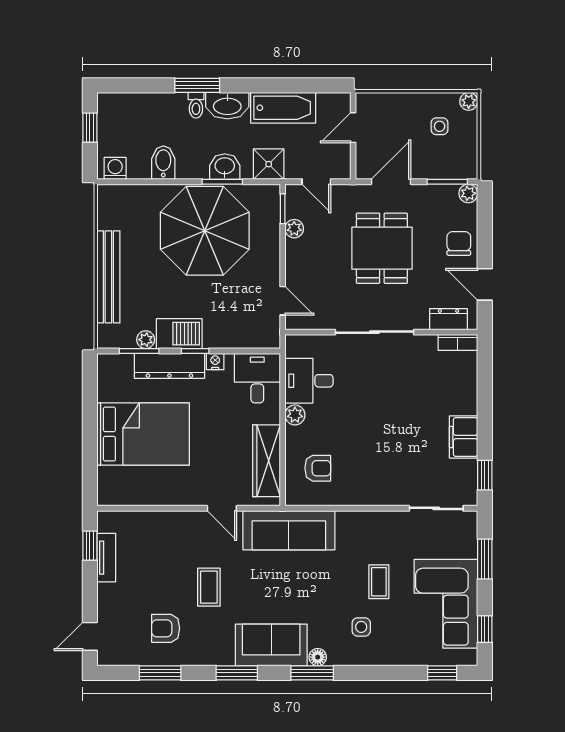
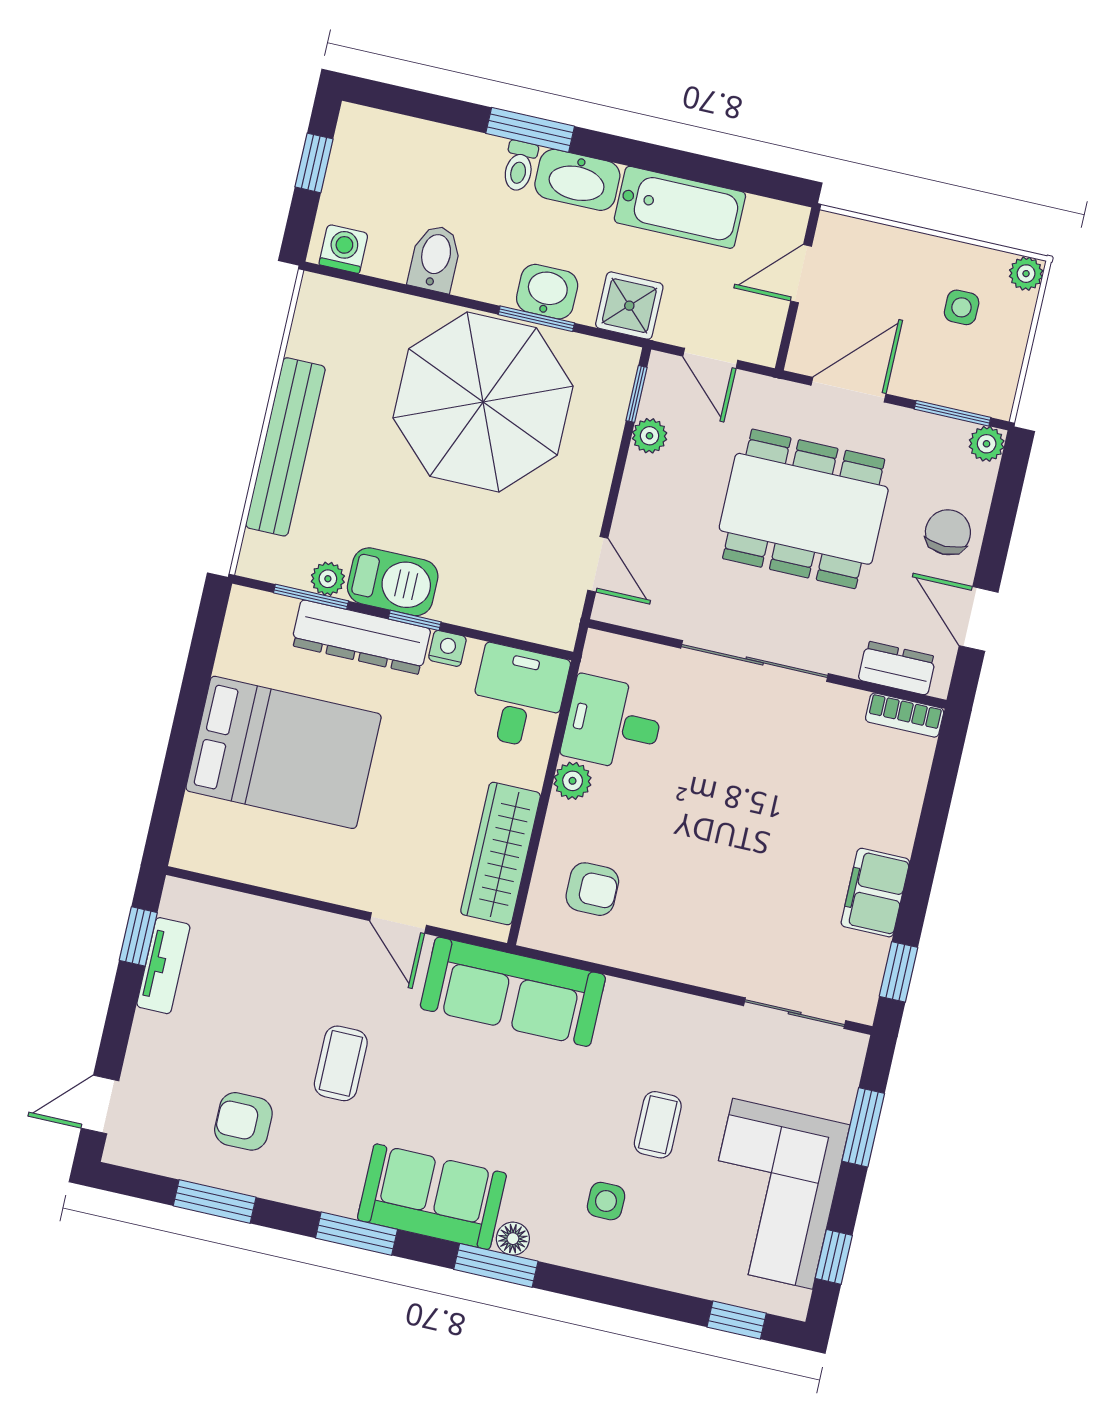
dining table: (382, 248) -> (804, 509), width x1.38

